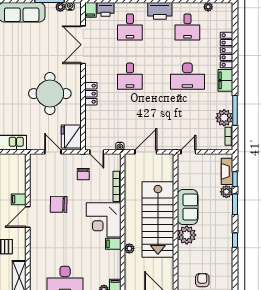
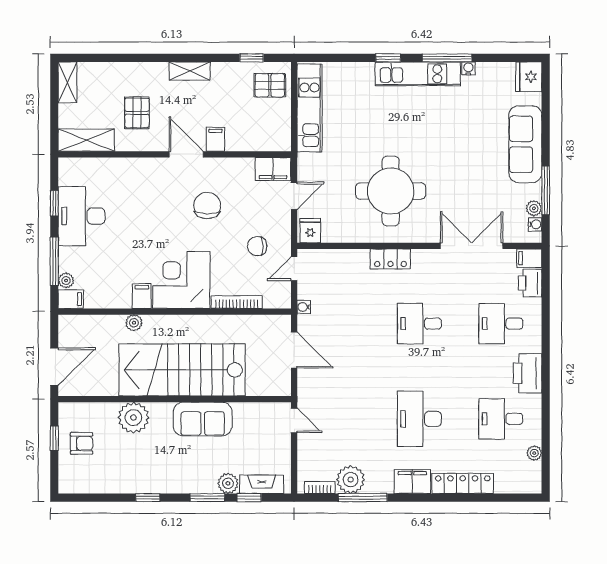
fridge: (71, 137) -> (310, 231), width x0.53, depth x0.75
filing cabinet: (37, 165) -> (273, 169), added
plant: (187, 235) -> (133, 418), moved

